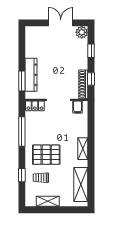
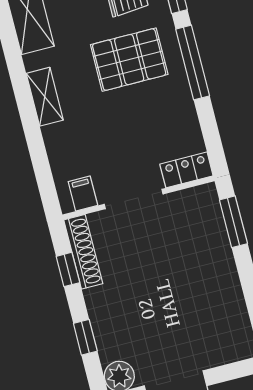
dresser: (31, 75) -> (215, 242), removed
window: (22, 132) -> (193, 62), moved

